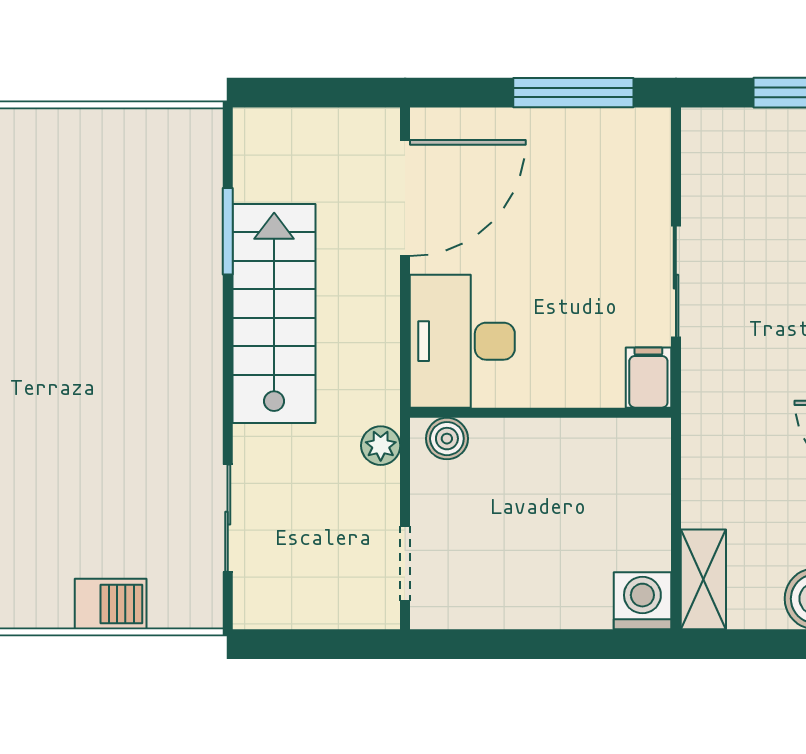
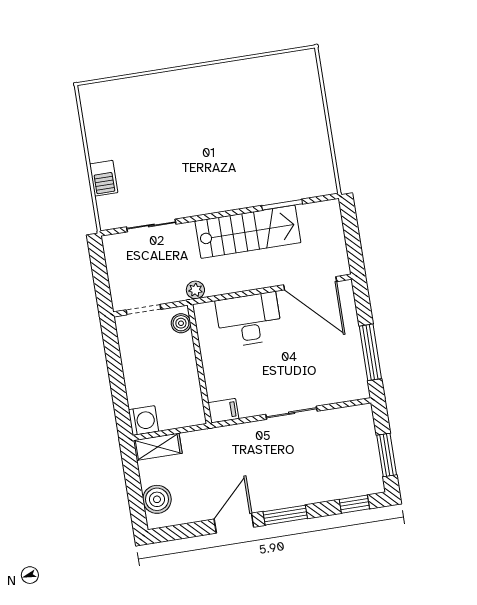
filing cabinet: (648, 378) -> (223, 411), moved
wall: (541, 413) -> (200, 364), moved
boiler: (447, 439) -> (181, 323), moved

